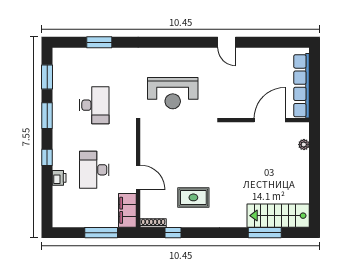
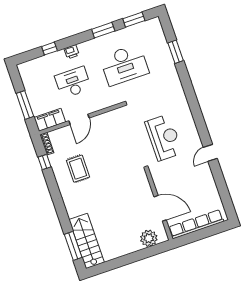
reception desk: (173, 93) -> (164, 137), moved, turned 180
desk: (94, 105) -> (124, 65), width x1.36, depth x1.30
plant: (304, 145) -> (149, 238), width x1.87, depth x1.87
window: (47, 157) -> (49, 49), moved
printer: (59, 178) -> (72, 52), moved
window: (265, 233) -> (73, 246), moved

